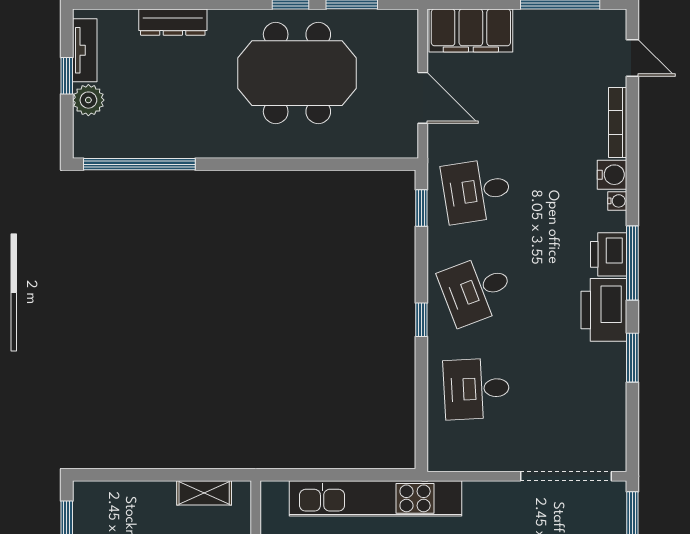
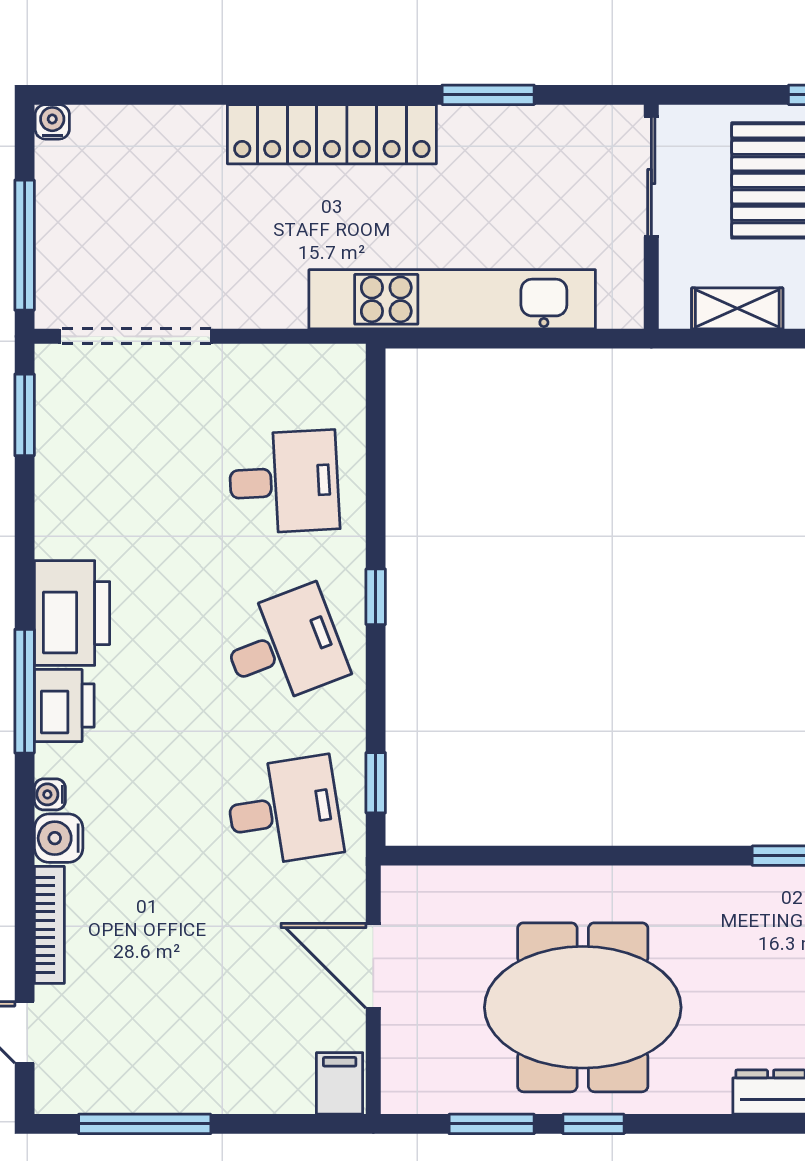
filing cabinet: (471, 30) -> (340, 1083), width x0.33, depth x0.86
window: (632, 358) -> (25, 415), moved

